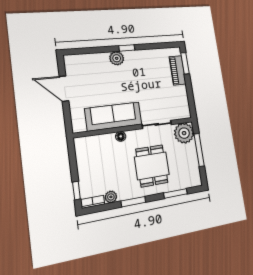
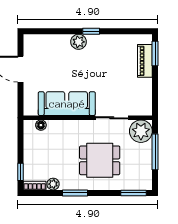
floor lamp: (121, 136) -> (41, 125), moved
dining table: (152, 166) -> (100, 160), turned 90
window: (175, 193) -> (134, 193), moved

